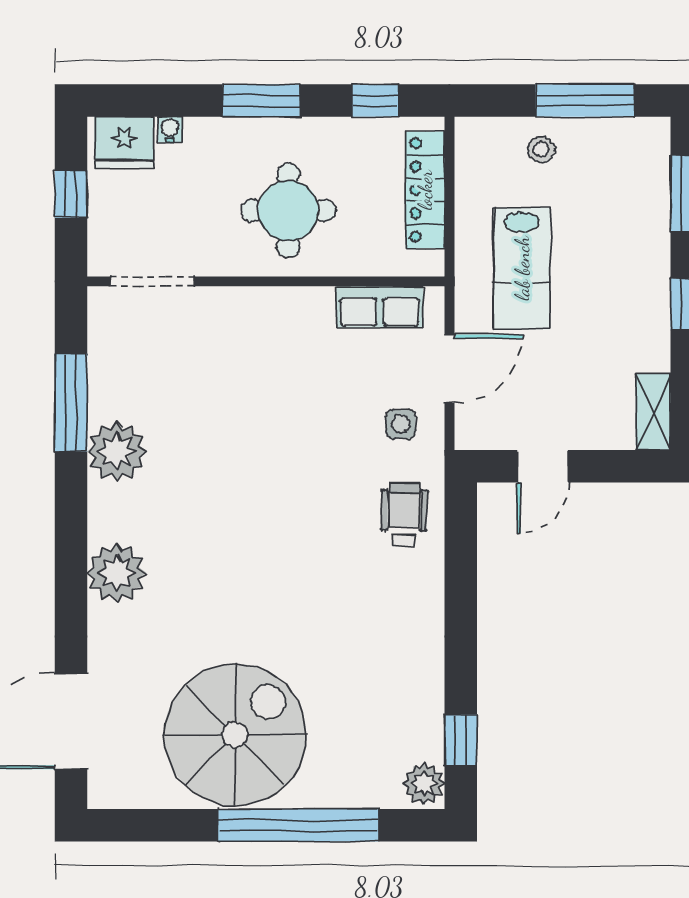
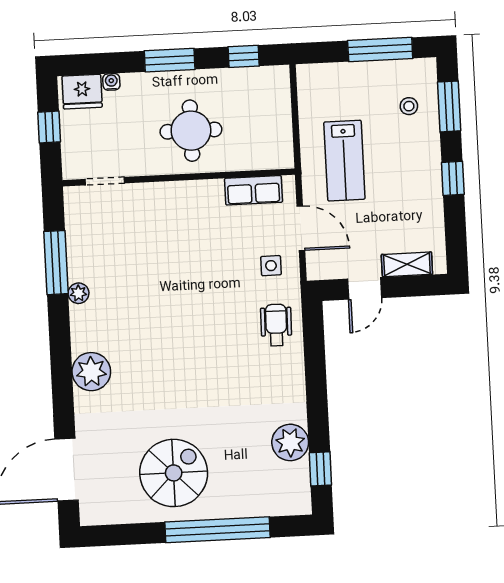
stool: (541, 149) -> (409, 106), moved
locker: (425, 190) -> (279, 113), removed
doorway: (152, 281) -> (105, 181), width x0.73
door: (449, 369) -> (301, 228), hinge flipped
shelving: (653, 412) -> (407, 264), moved, turned 90
plant: (117, 451) -> (78, 293), width x0.53, depth x0.53
spiral stairs: (235, 735) -> (174, 473), width x0.73, depth x0.73
plant: (424, 784) -> (290, 442), moved, width x1.36, depth x1.36

